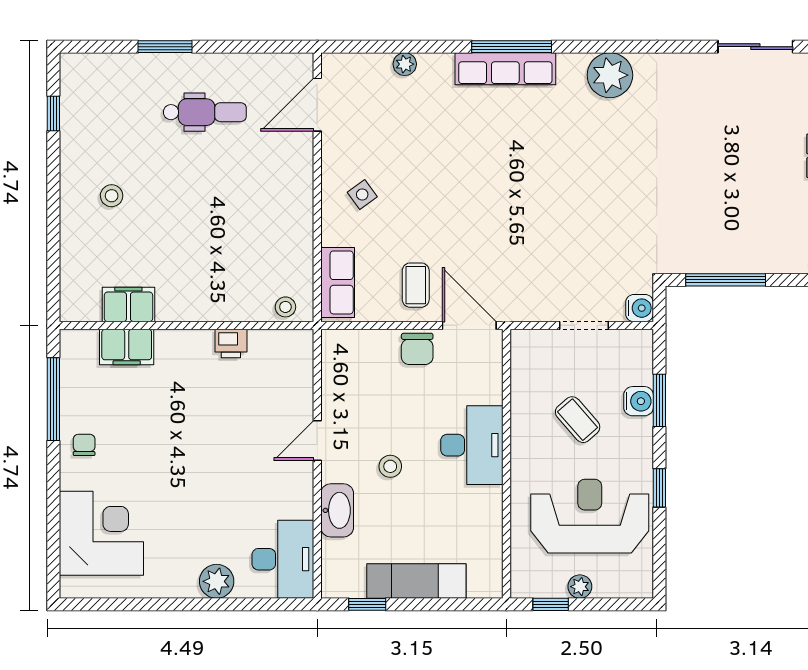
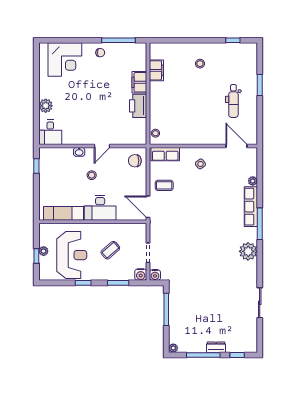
sliding door: (755, 47) -> (260, 303), moved
row of seats: (505, 69) -> (251, 207), moved
plant: (610, 75) -> (248, 251), moved
door: (469, 325) -> (148, 207), swing flipped
printer: (231, 343) -> (138, 106), width x1.87, depth x1.48
filing cabinet: (127, 347) -> (139, 82), moved
chair: (417, 349) -> (135, 161), moved
water cooler: (639, 401) -> (141, 275), moved
door: (317, 440) -> (102, 146), swing flipped
washbasin: (337, 510) -> (79, 152), width x0.52, depth x0.69
desk: (283, 559) -> (50, 132), width x0.73
exam couch: (416, 581) -> (63, 213), moved, turned -90
window: (551, 604) -> (36, 256), moved

